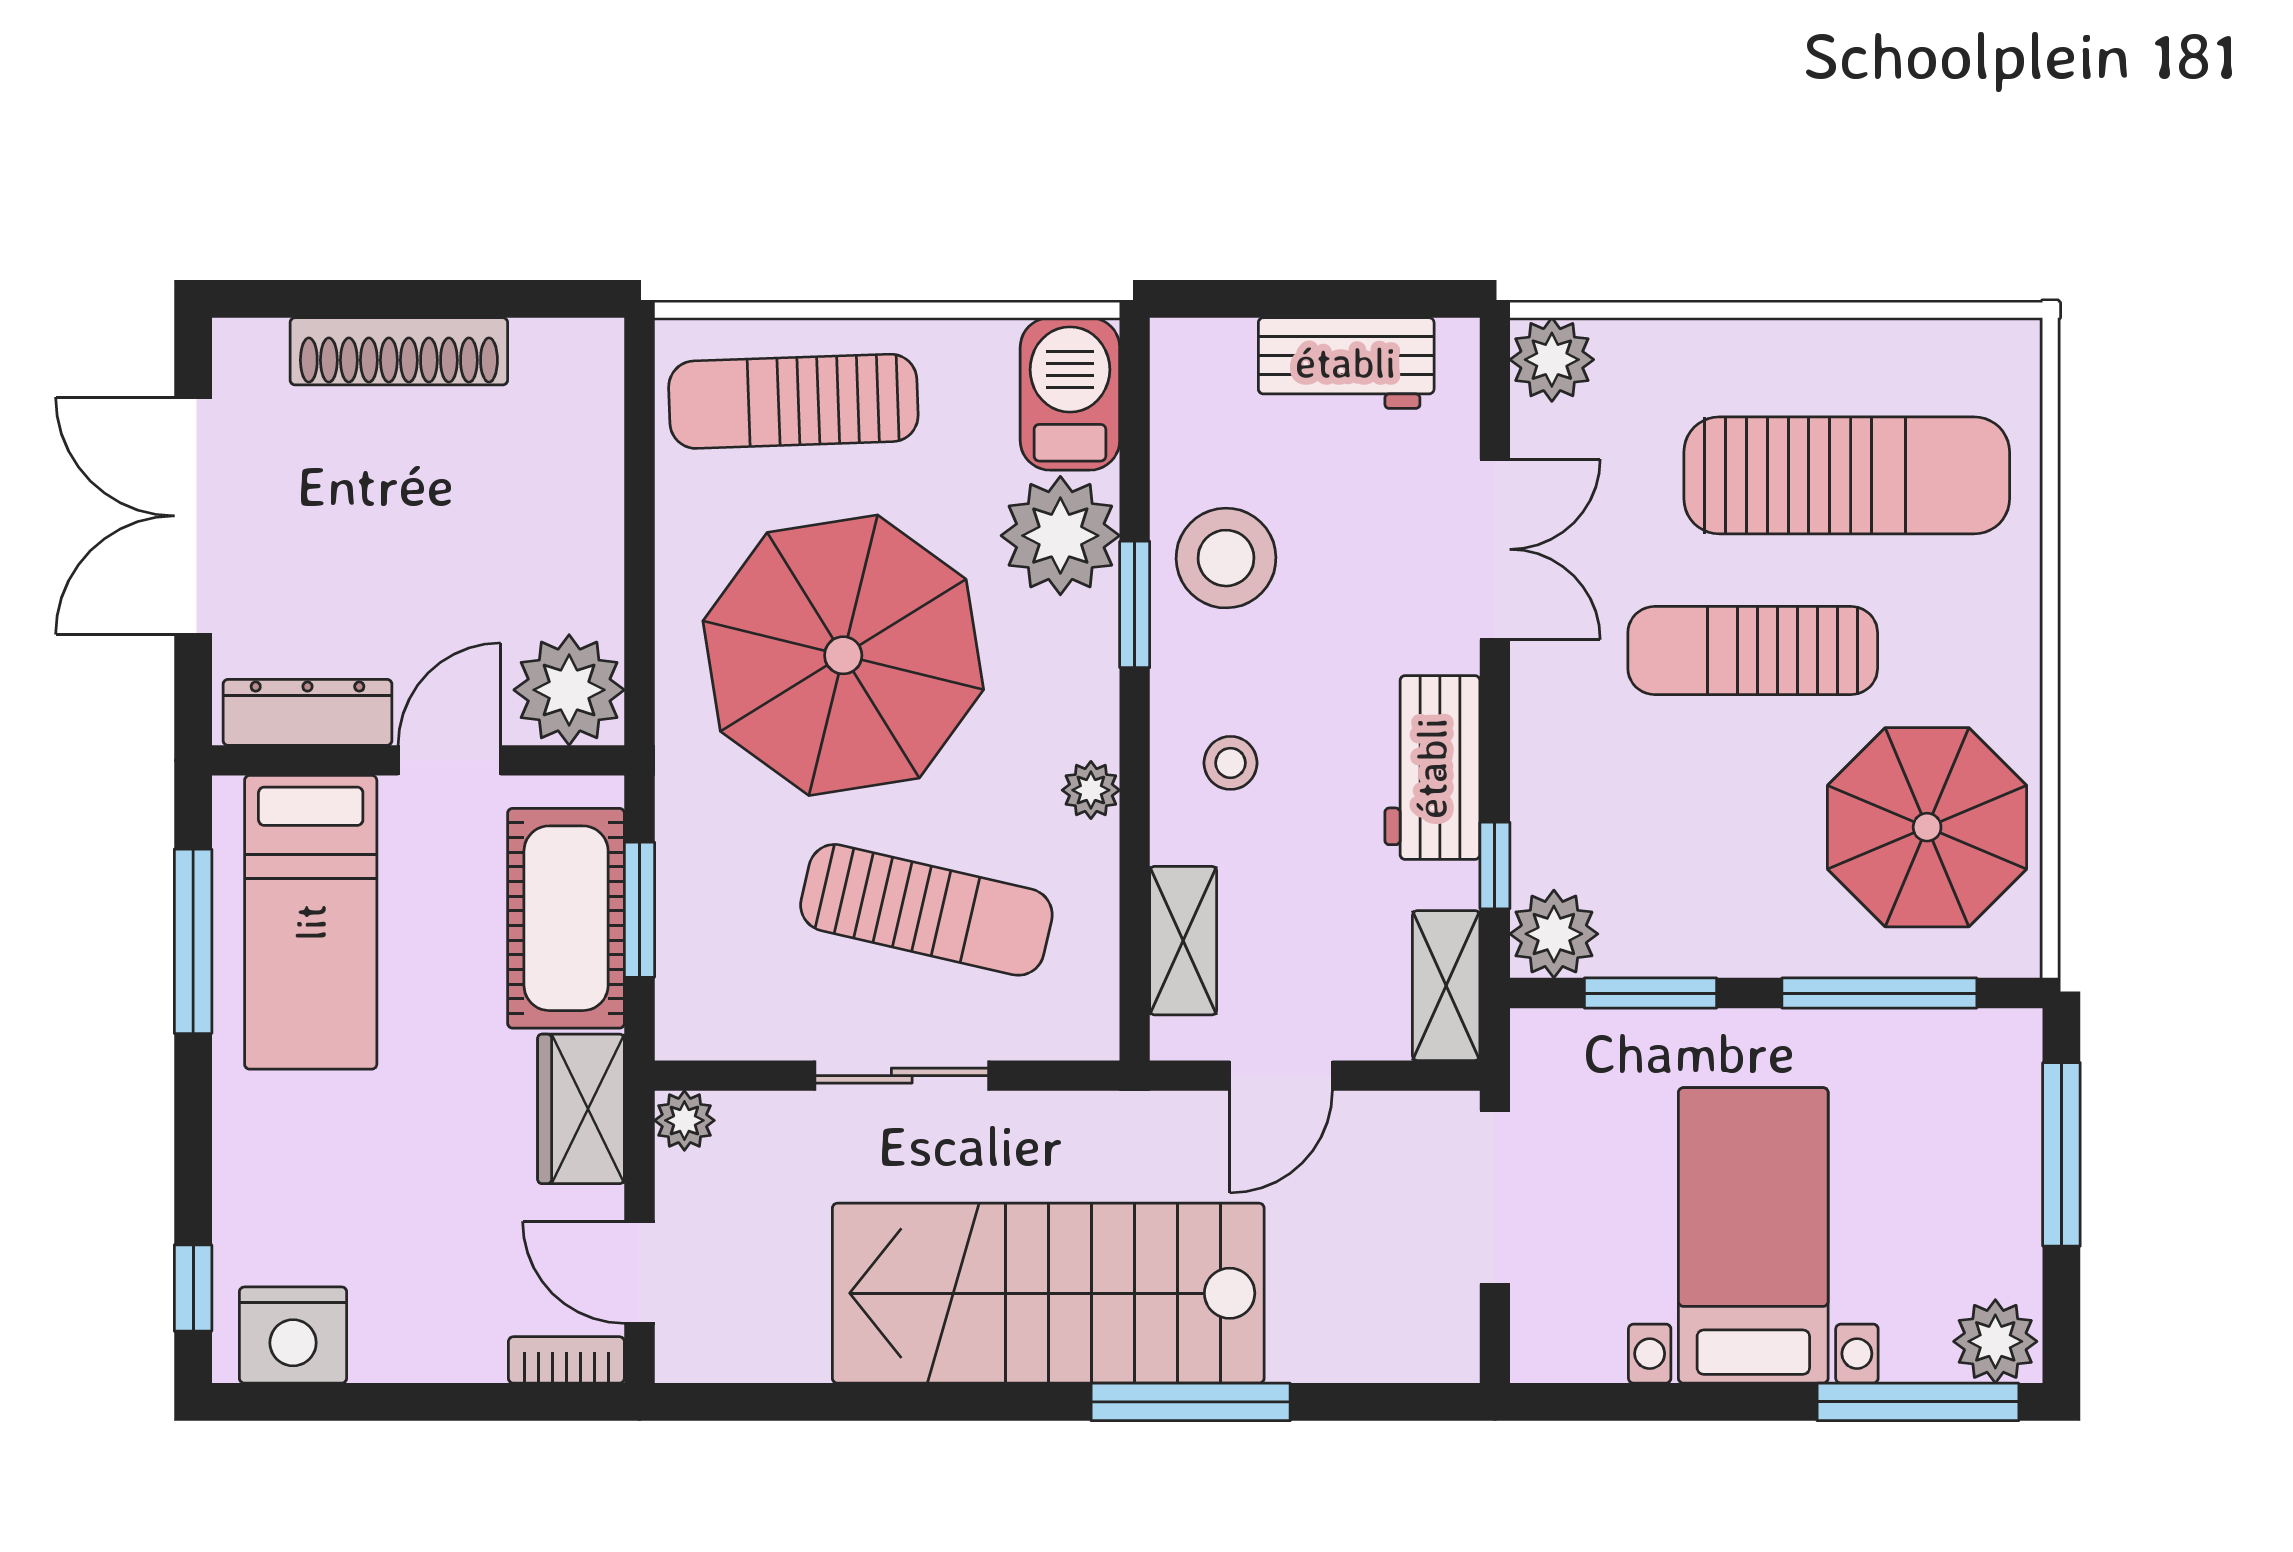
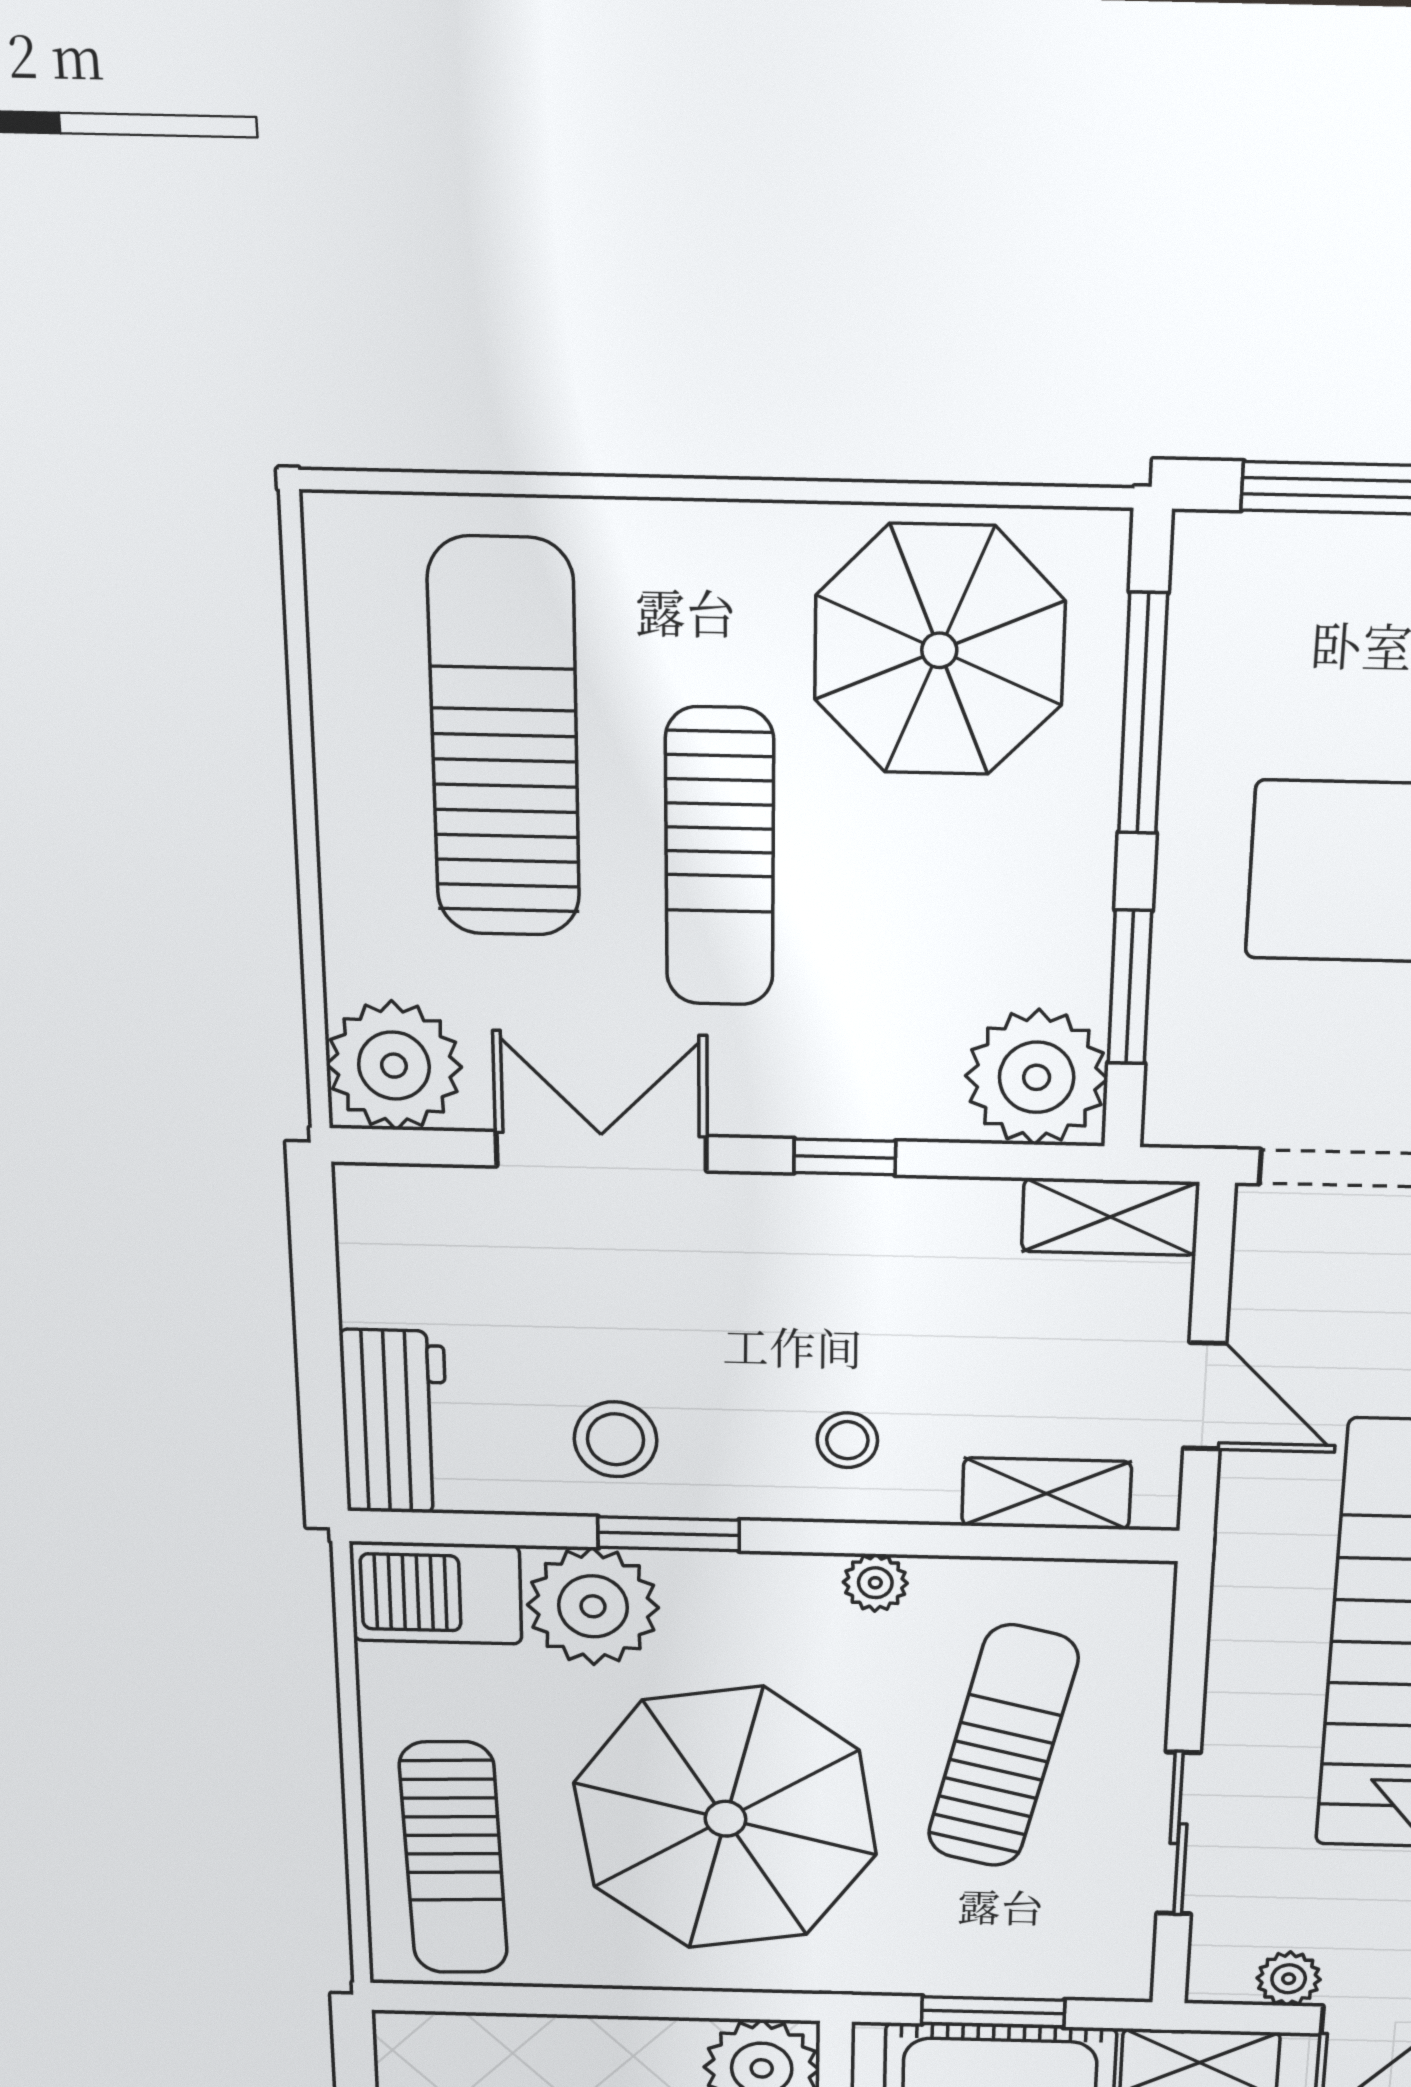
plant: (1552, 360) -> (394, 1066), width x1.36, depth x1.36
workbench: (1346, 363) -> (395, 1422), moved
stool: (1226, 558) -> (616, 1439), width x0.73, depth x0.73
workbench: (1432, 768) -> (856, 1226), removed
window: (1495, 865) -> (845, 1157), moved
plant: (1554, 934) -> (1037, 1077), width x1.36, depth x1.36
sliding door: (902, 1076) -> (1178, 1834), moved
plant: (684, 1120) -> (1289, 1979), moved

